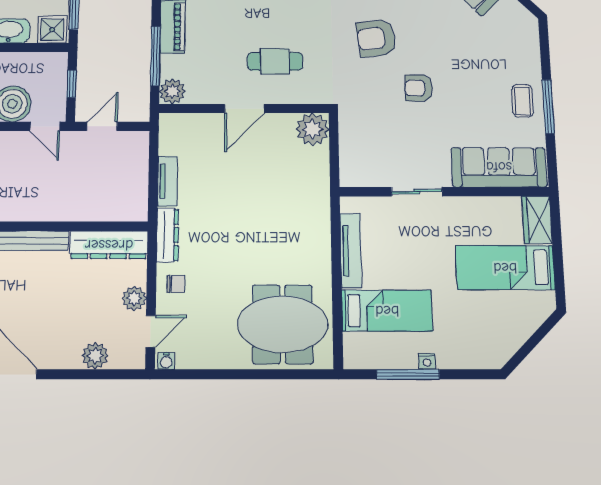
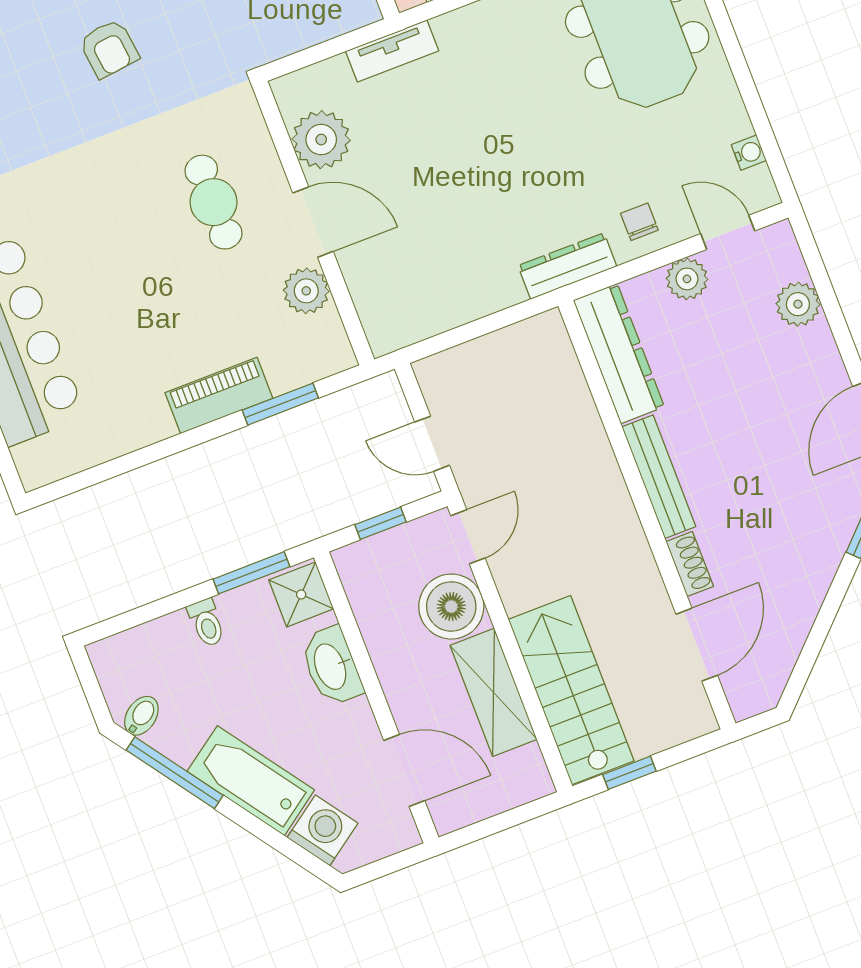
armchair: (376, 38) -> (109, 49), width x0.72, depth x0.72
window: (155, 56) -> (280, 404), width x0.69
plant: (172, 91) -> (306, 291), moved
plant: (312, 129) -> (321, 140), moved
tv unit: (167, 181) -> (392, 51), moved, turned 180
water cooler: (166, 361) -> (749, 153), moved

